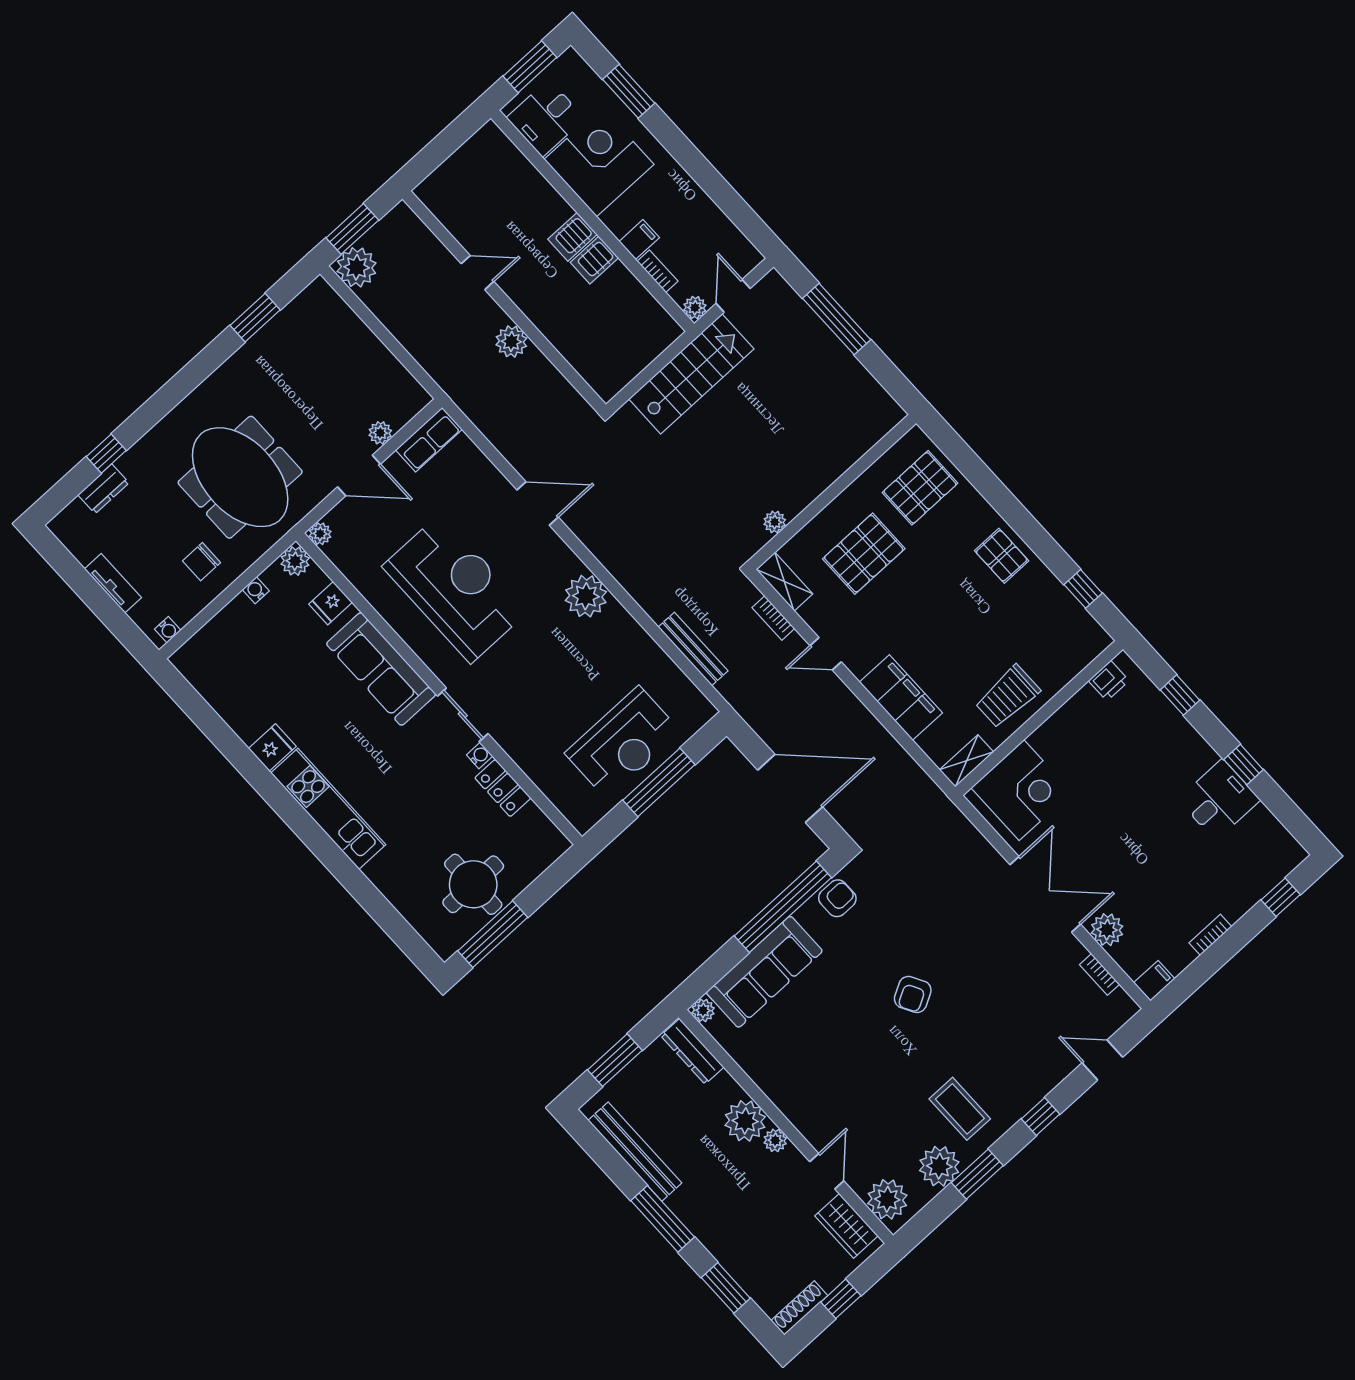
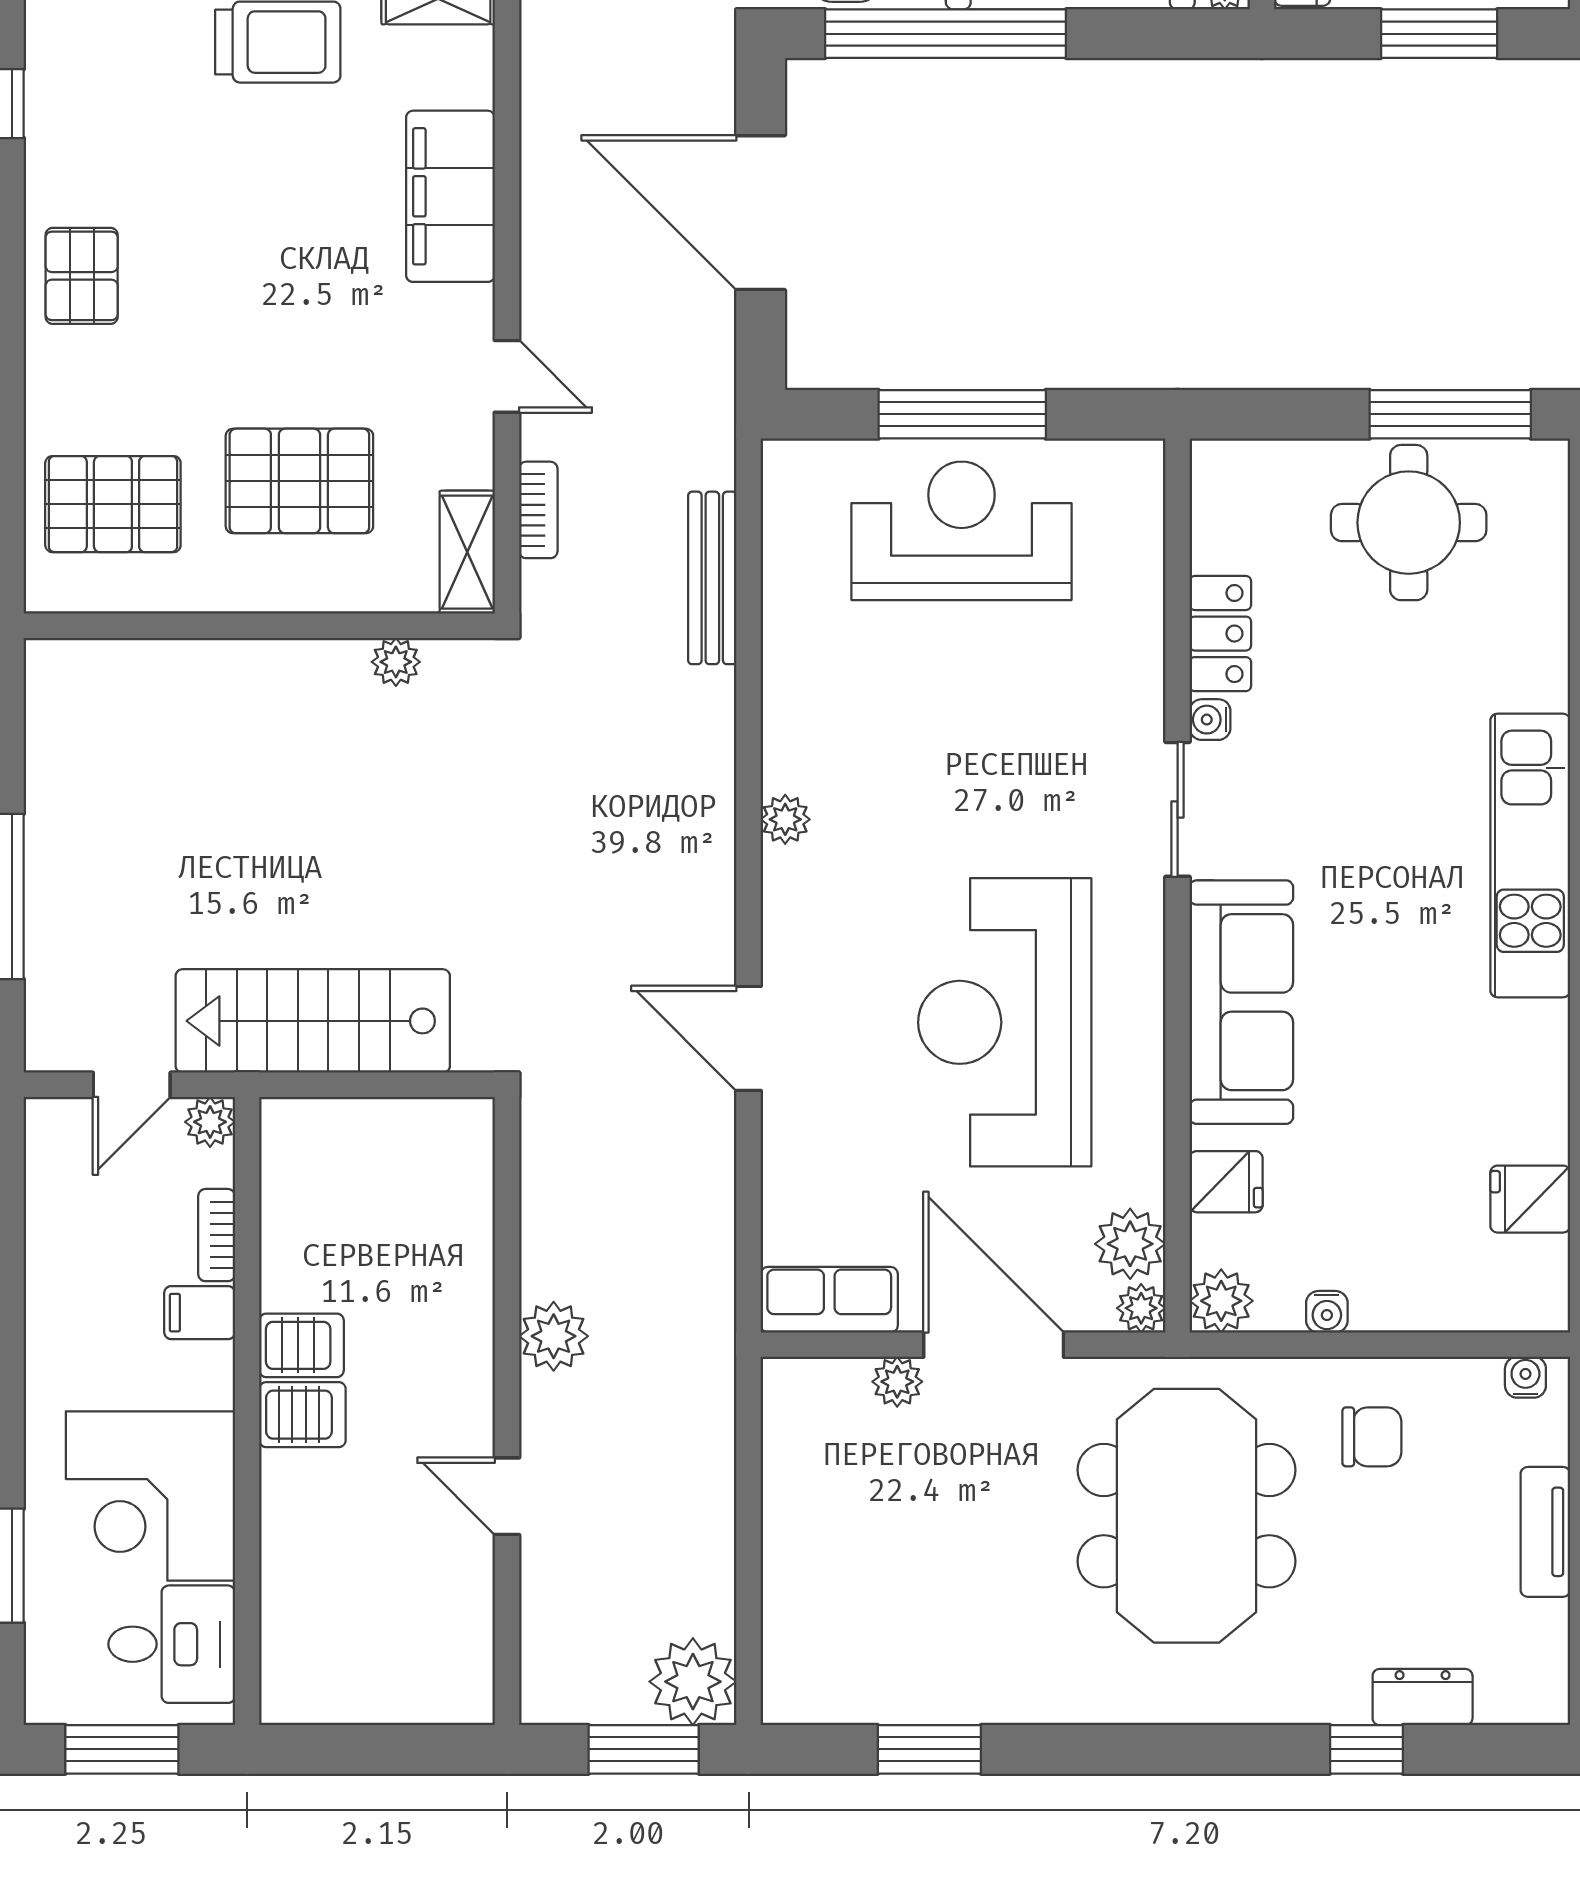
door: (359, 475) -> (994, 1345), width x1.36
plant: (344, 552) -> (1130, 1244), added
plant: (586, 596) -> (785, 819), width x0.53, depth x0.53
fridge: (272, 747) -> (1530, 1199), moved

